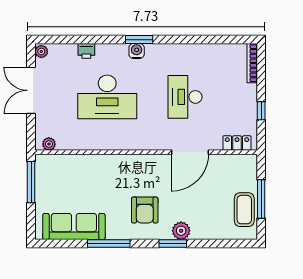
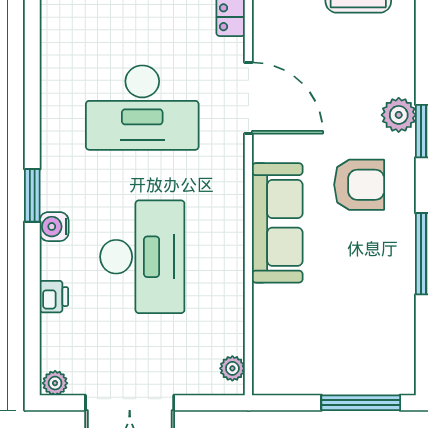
water cooler: (137, 51) -> (54, 227), moved
desk: (185, 97) -> (142, 108), width x1.36, depth x1.30
window: (31, 182) -> (361, 403), moved
sofa: (74, 226) -> (277, 223), moved, turned 180

